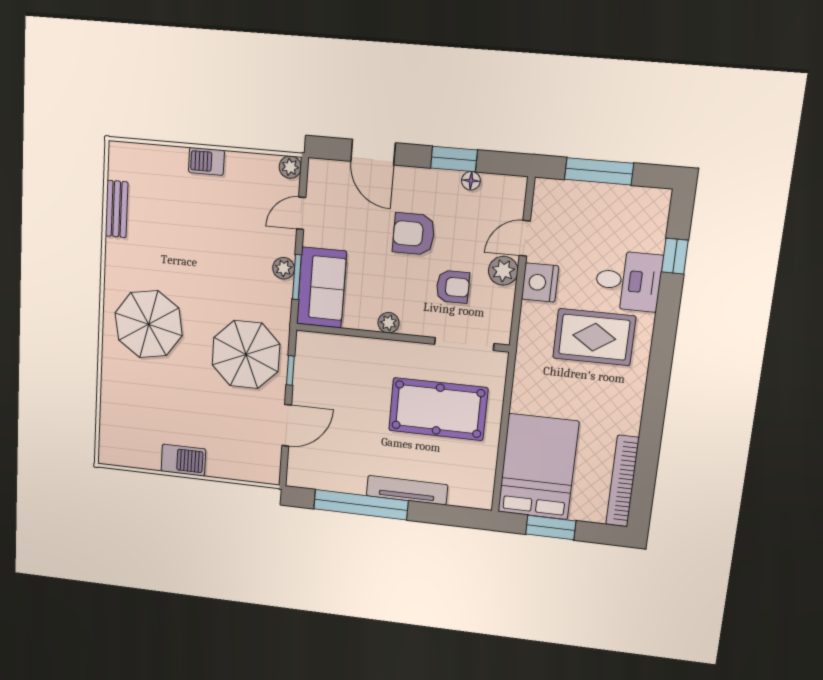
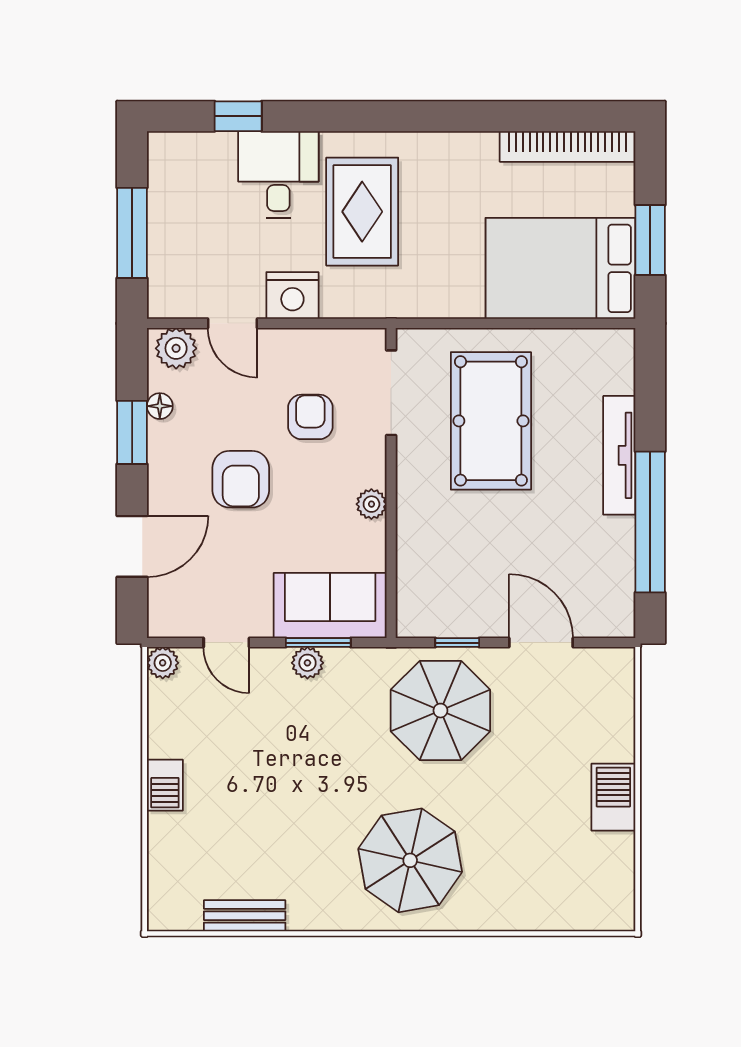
plant: (503, 271) -> (176, 348), moved

